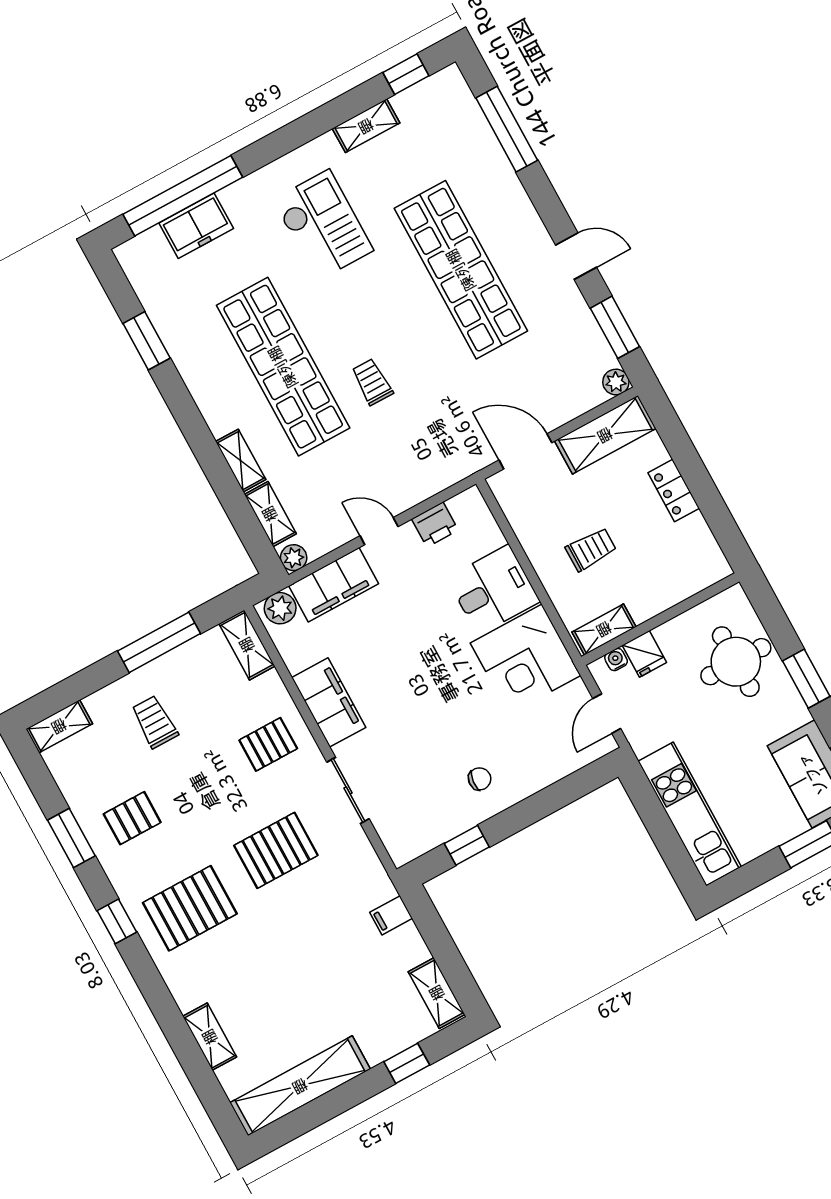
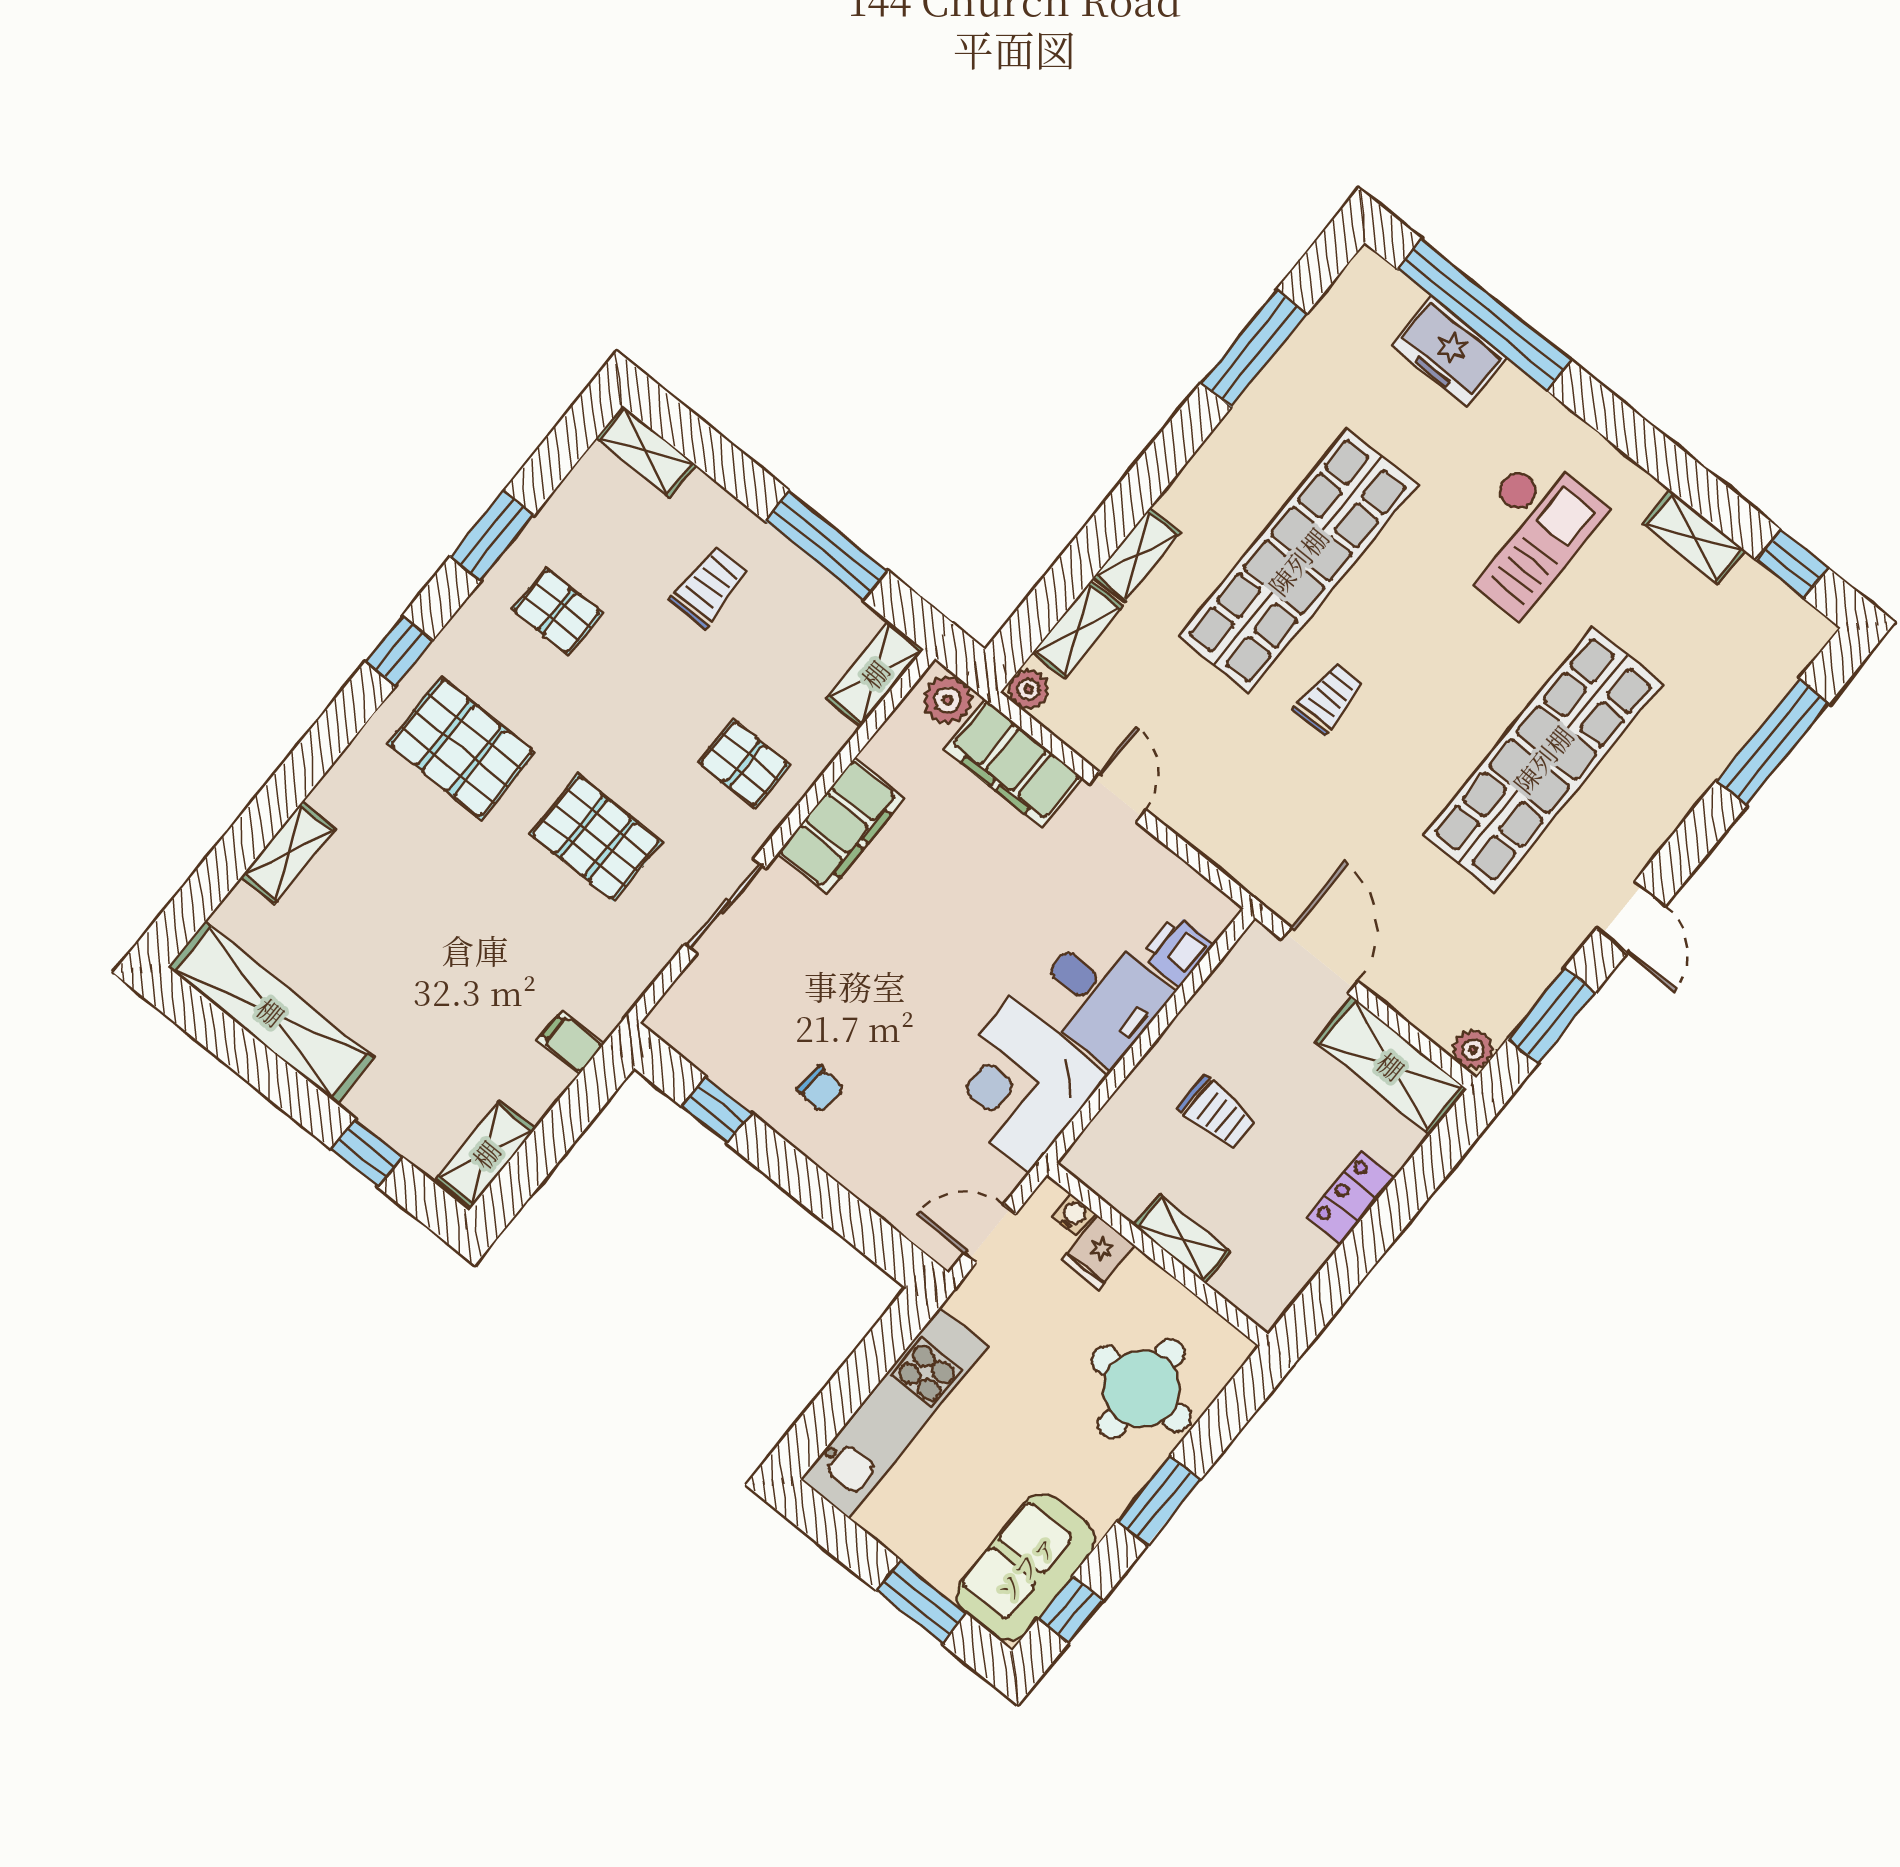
window: (147, 341) -> (1254, 348), width x1.44
printer: (435, 525) -> (1177, 950), moved, turned 90
shelving: (604, 629) -> (1182, 1239), moved

